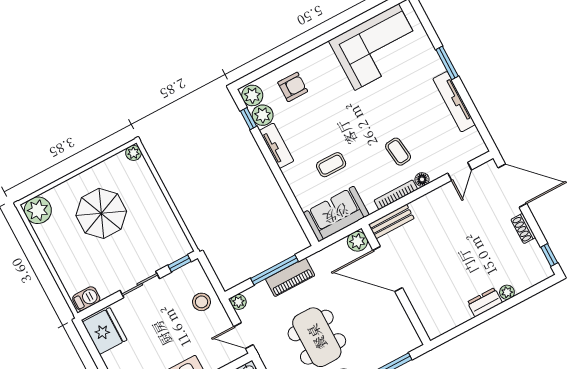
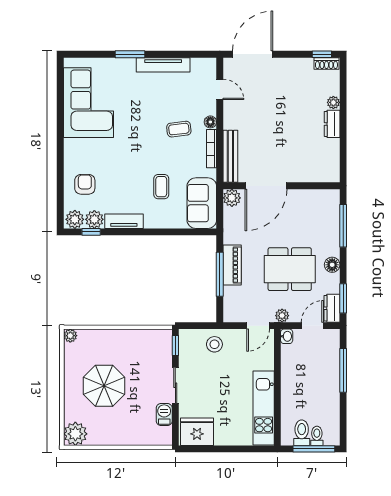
bench: (391, 221) -> (230, 156), width x1.36
shoe rack: (523, 228) -> (326, 63), moved
barbecue: (86, 299) -> (164, 415), moved
plant: (238, 302) -> (282, 316), moved

